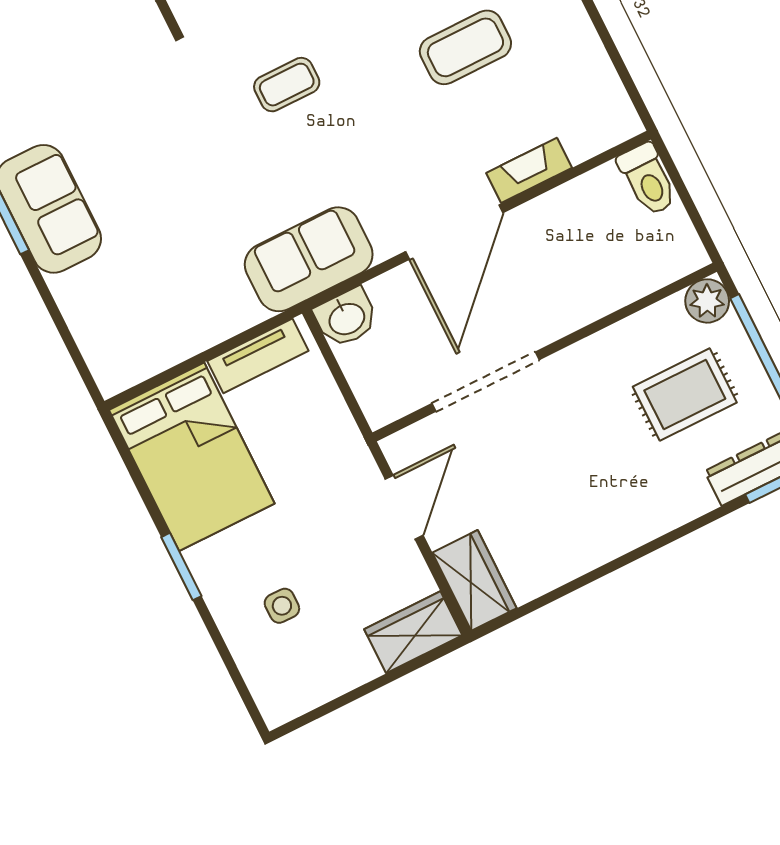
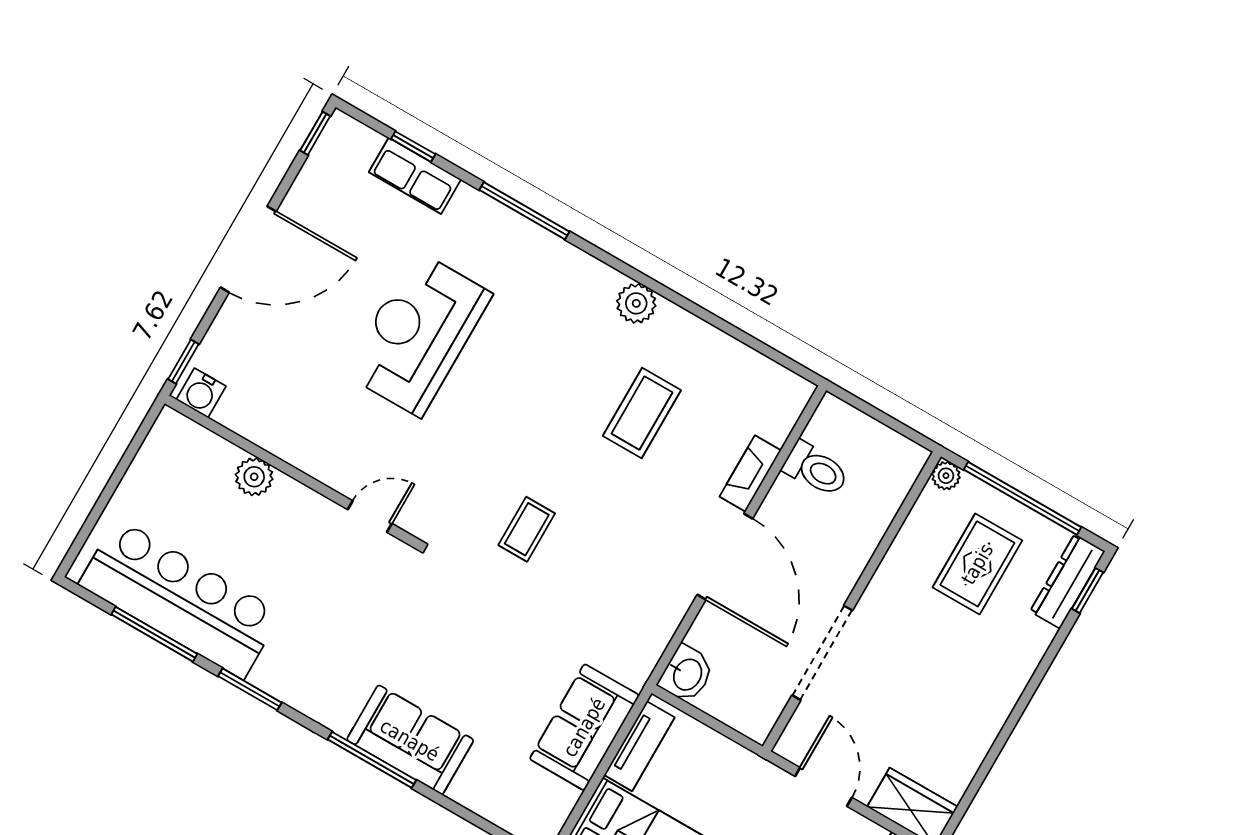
toilet: (648, 179) -> (816, 469), moved
sofa: (309, 259) -> (584, 727), moved
plant: (707, 301) -> (946, 476), width x0.73, depth x0.73

